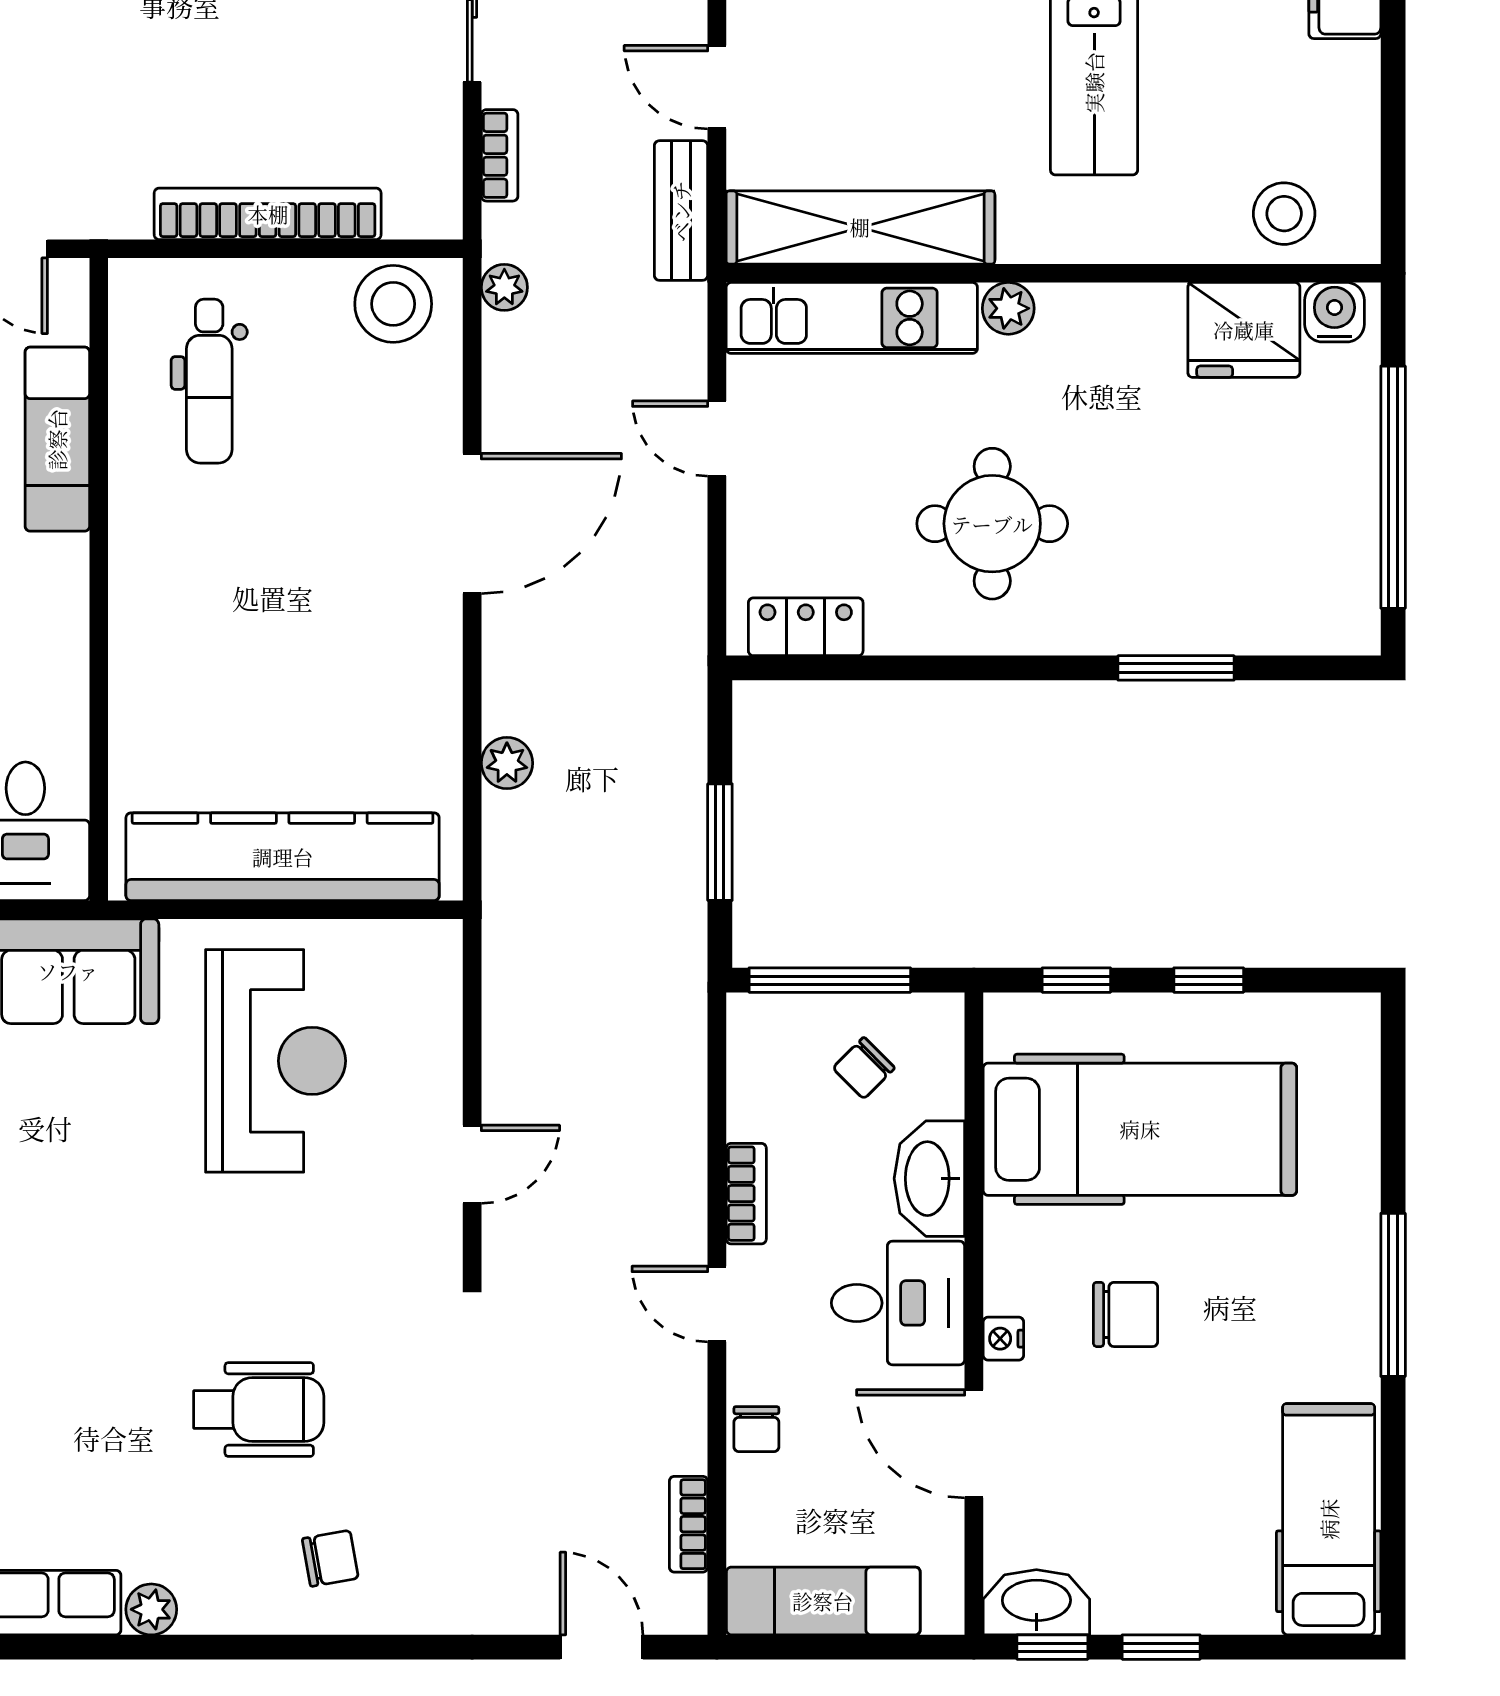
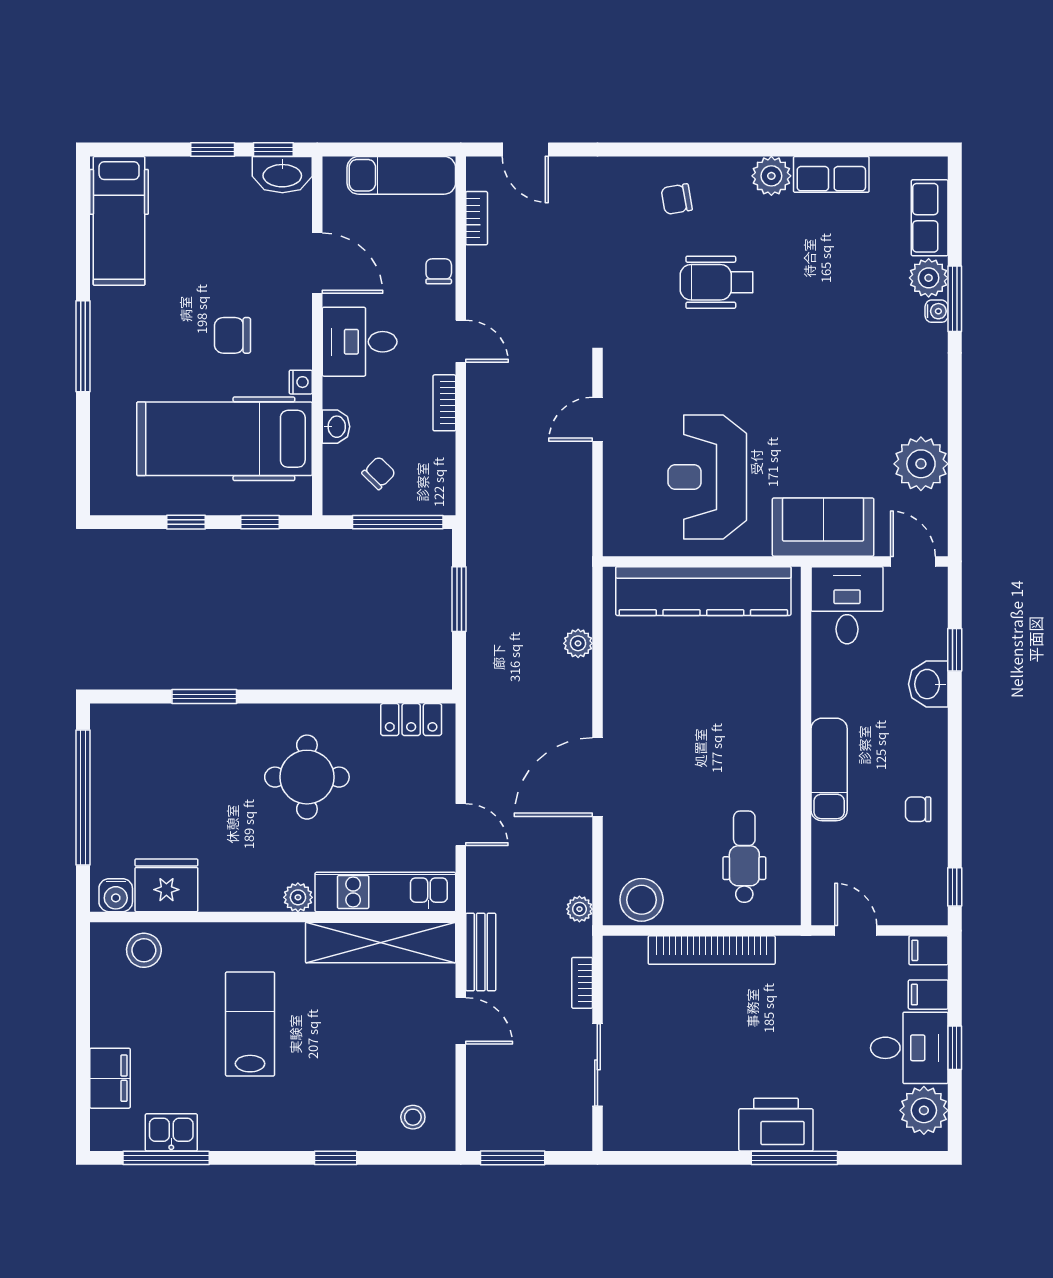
exam couch: (57, 439) -> (829, 769), moved
washbasin: (929, 1179) -> (336, 427), width x0.52, depth x0.69
nightstand: (1003, 1339) -> (301, 382), moved
plant: (151, 1609) -> (771, 176), width x1.38, depth x1.38

